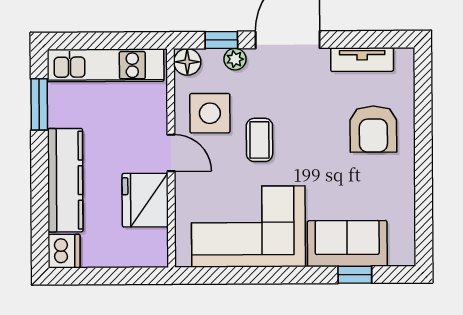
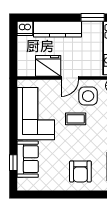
armchair: (373, 129) -> (80, 171), turned -90

